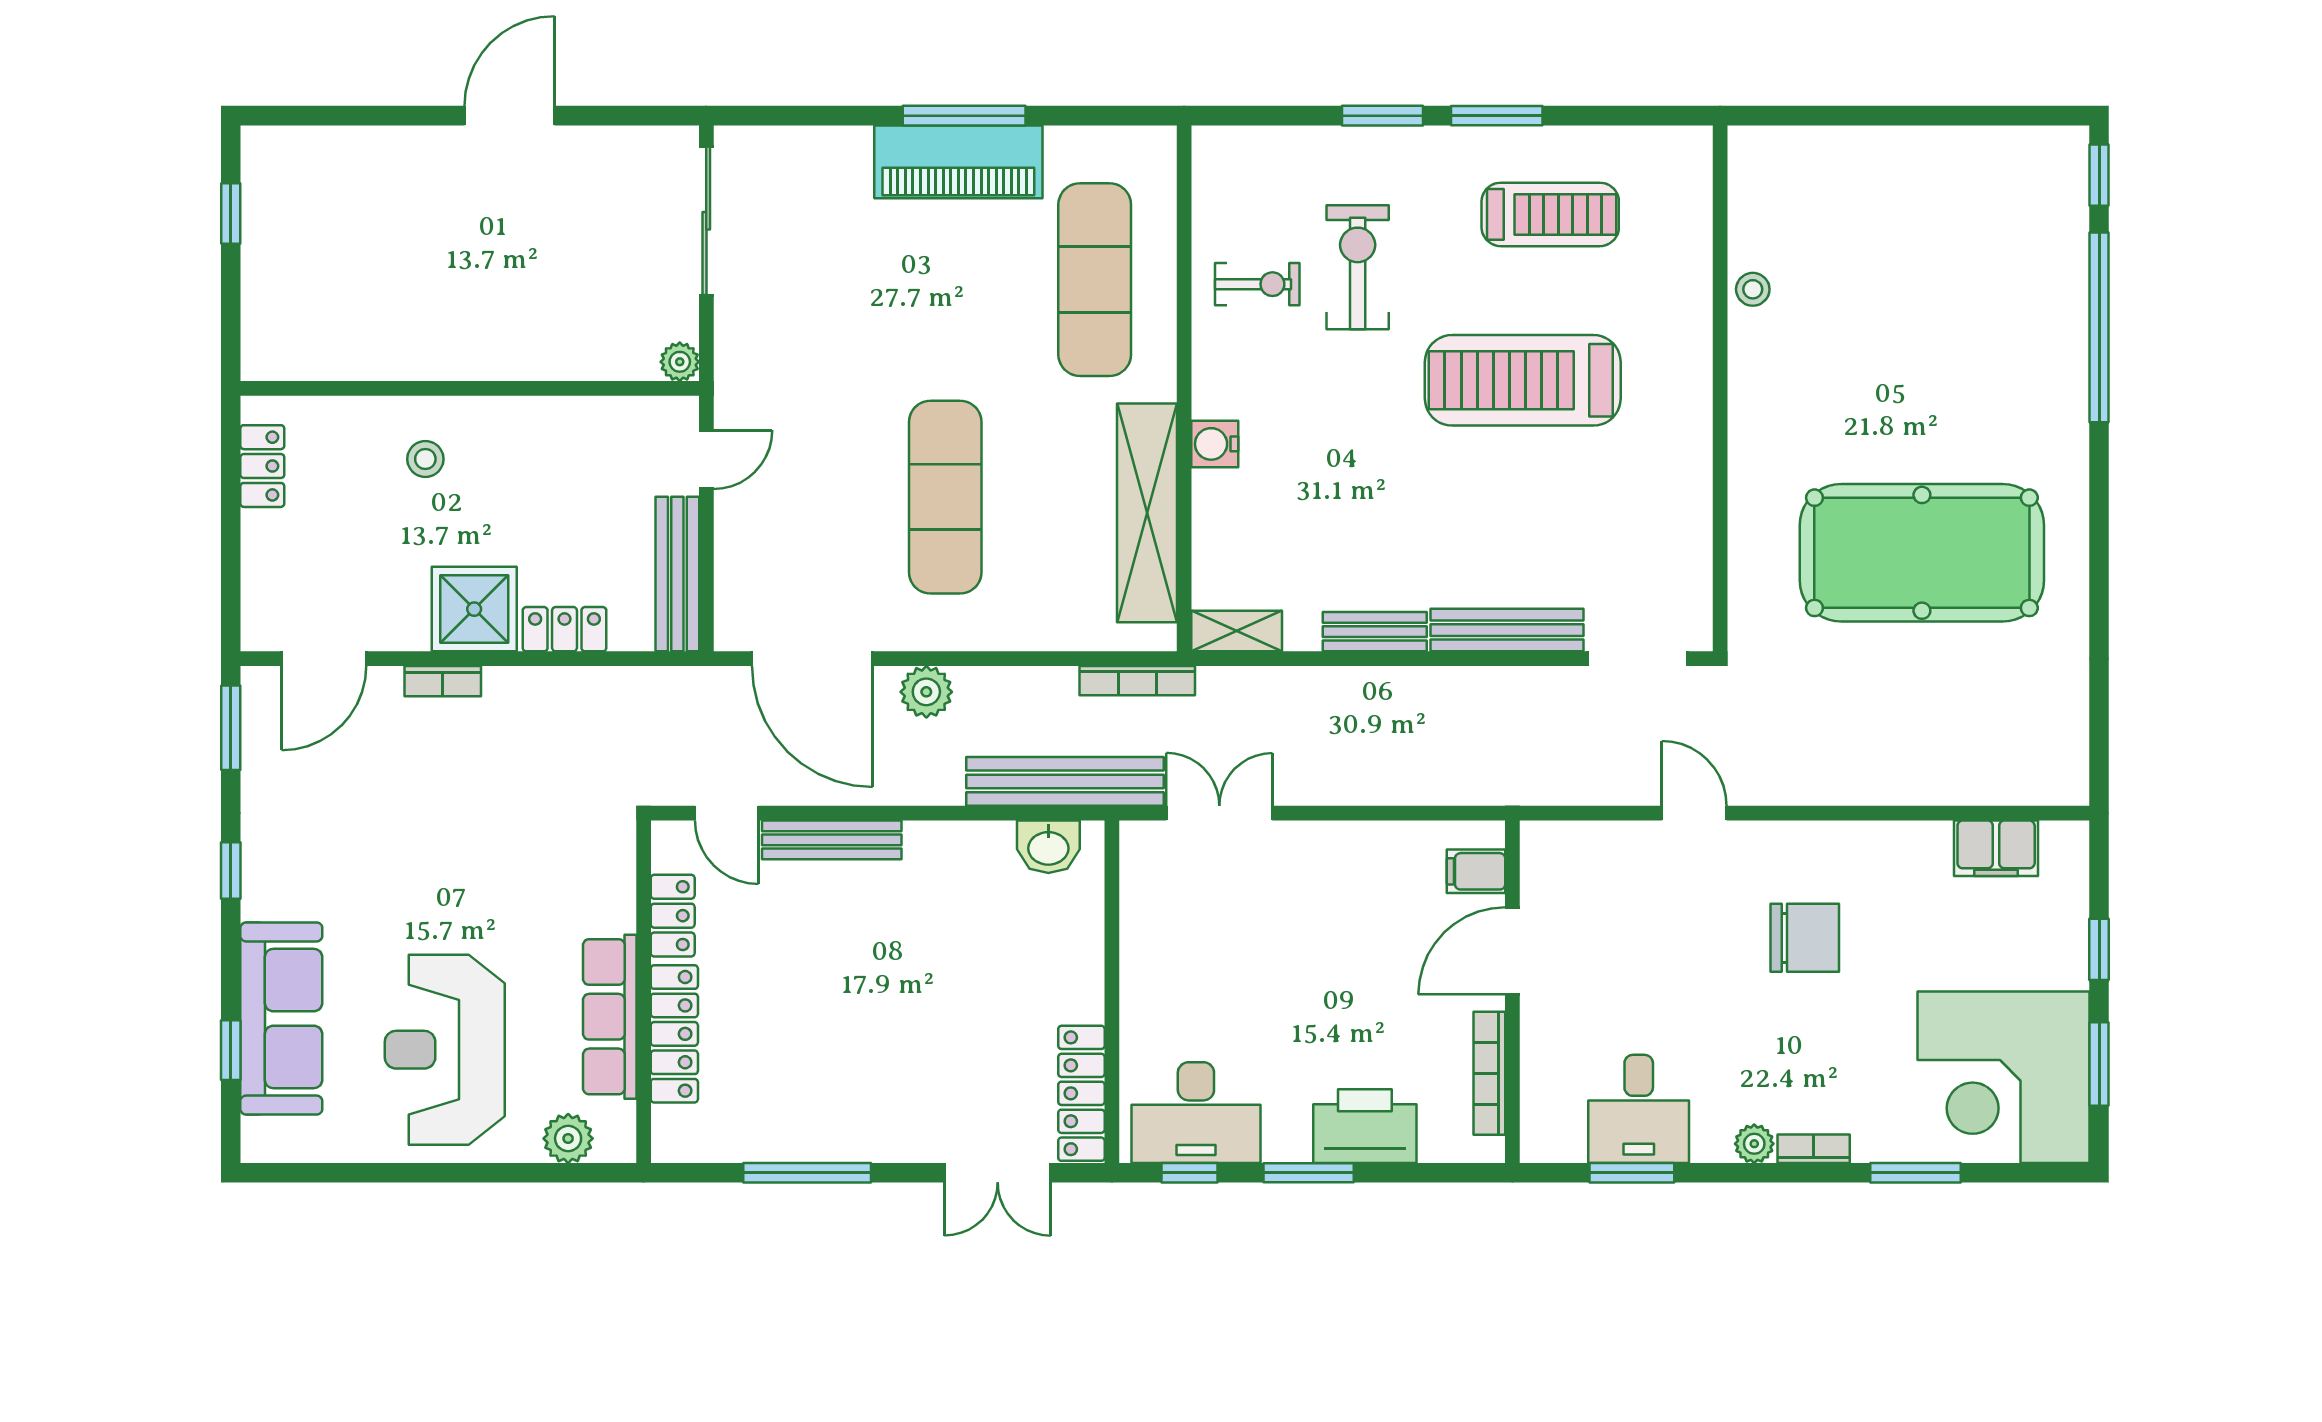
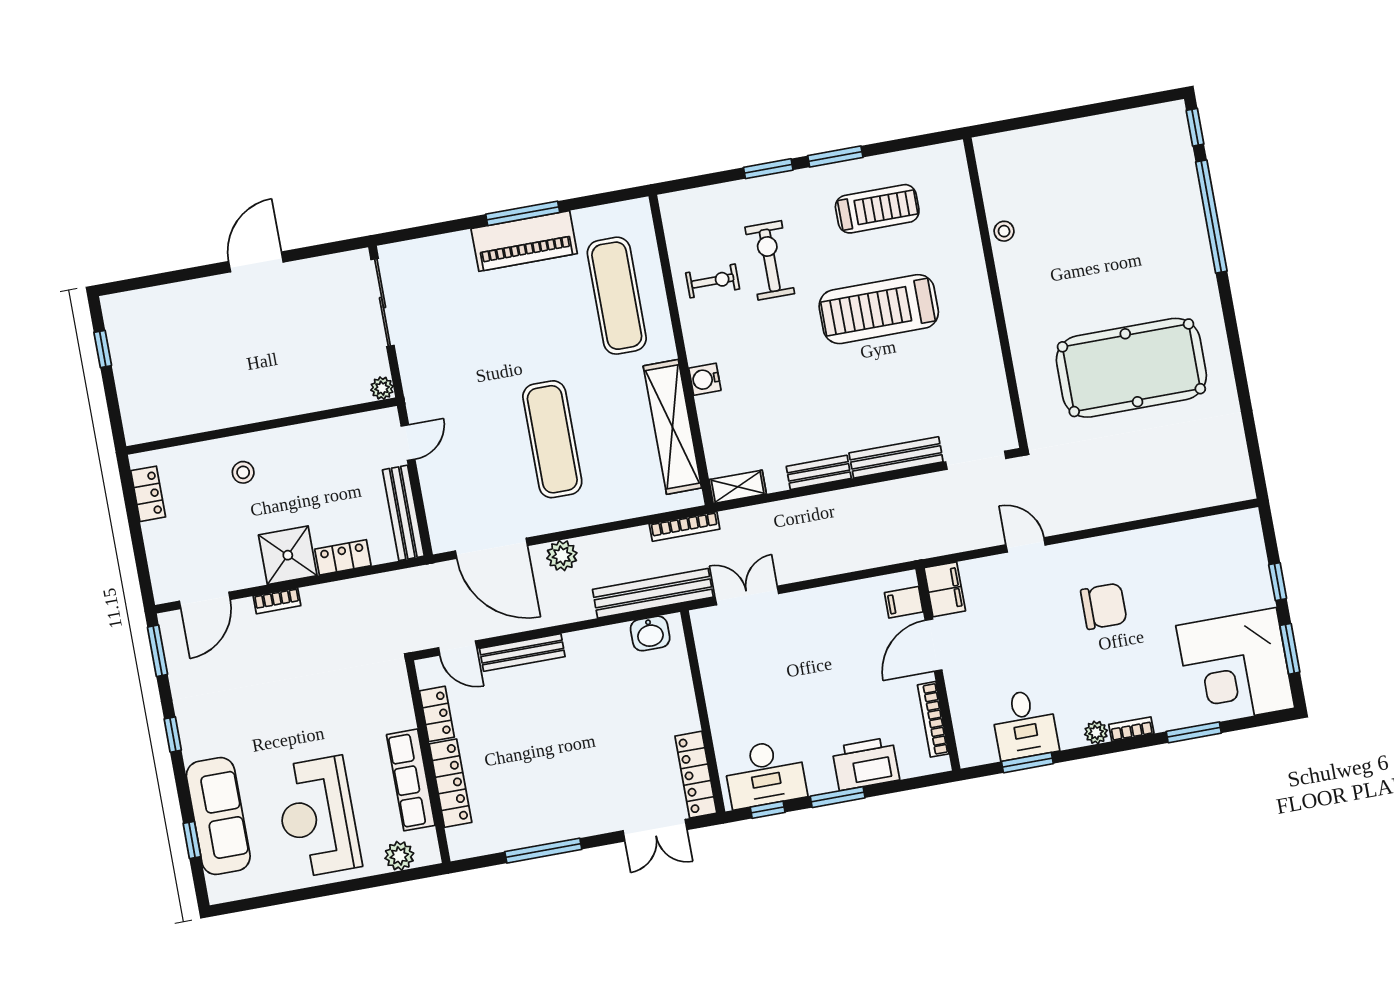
filing cabinet: (1996, 848) -> (945, 589), moved, turned -90

